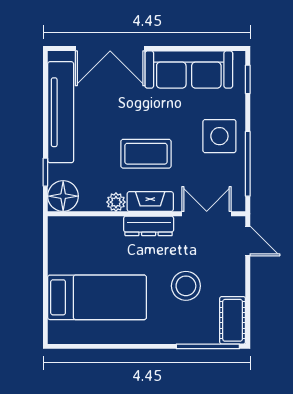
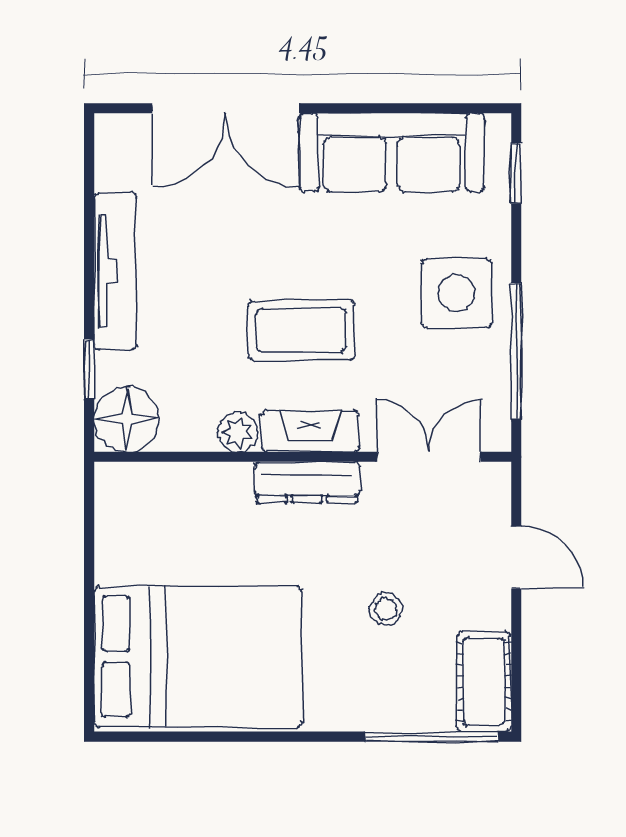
tv unit: (61, 112) -> (115, 271), width x0.73, depth x0.78
door: (248, 241) -> (516, 557), moved
stool: (186, 286) -> (386, 609), width x0.53, depth x0.53
bed: (97, 297) -> (198, 657), width x1.50

